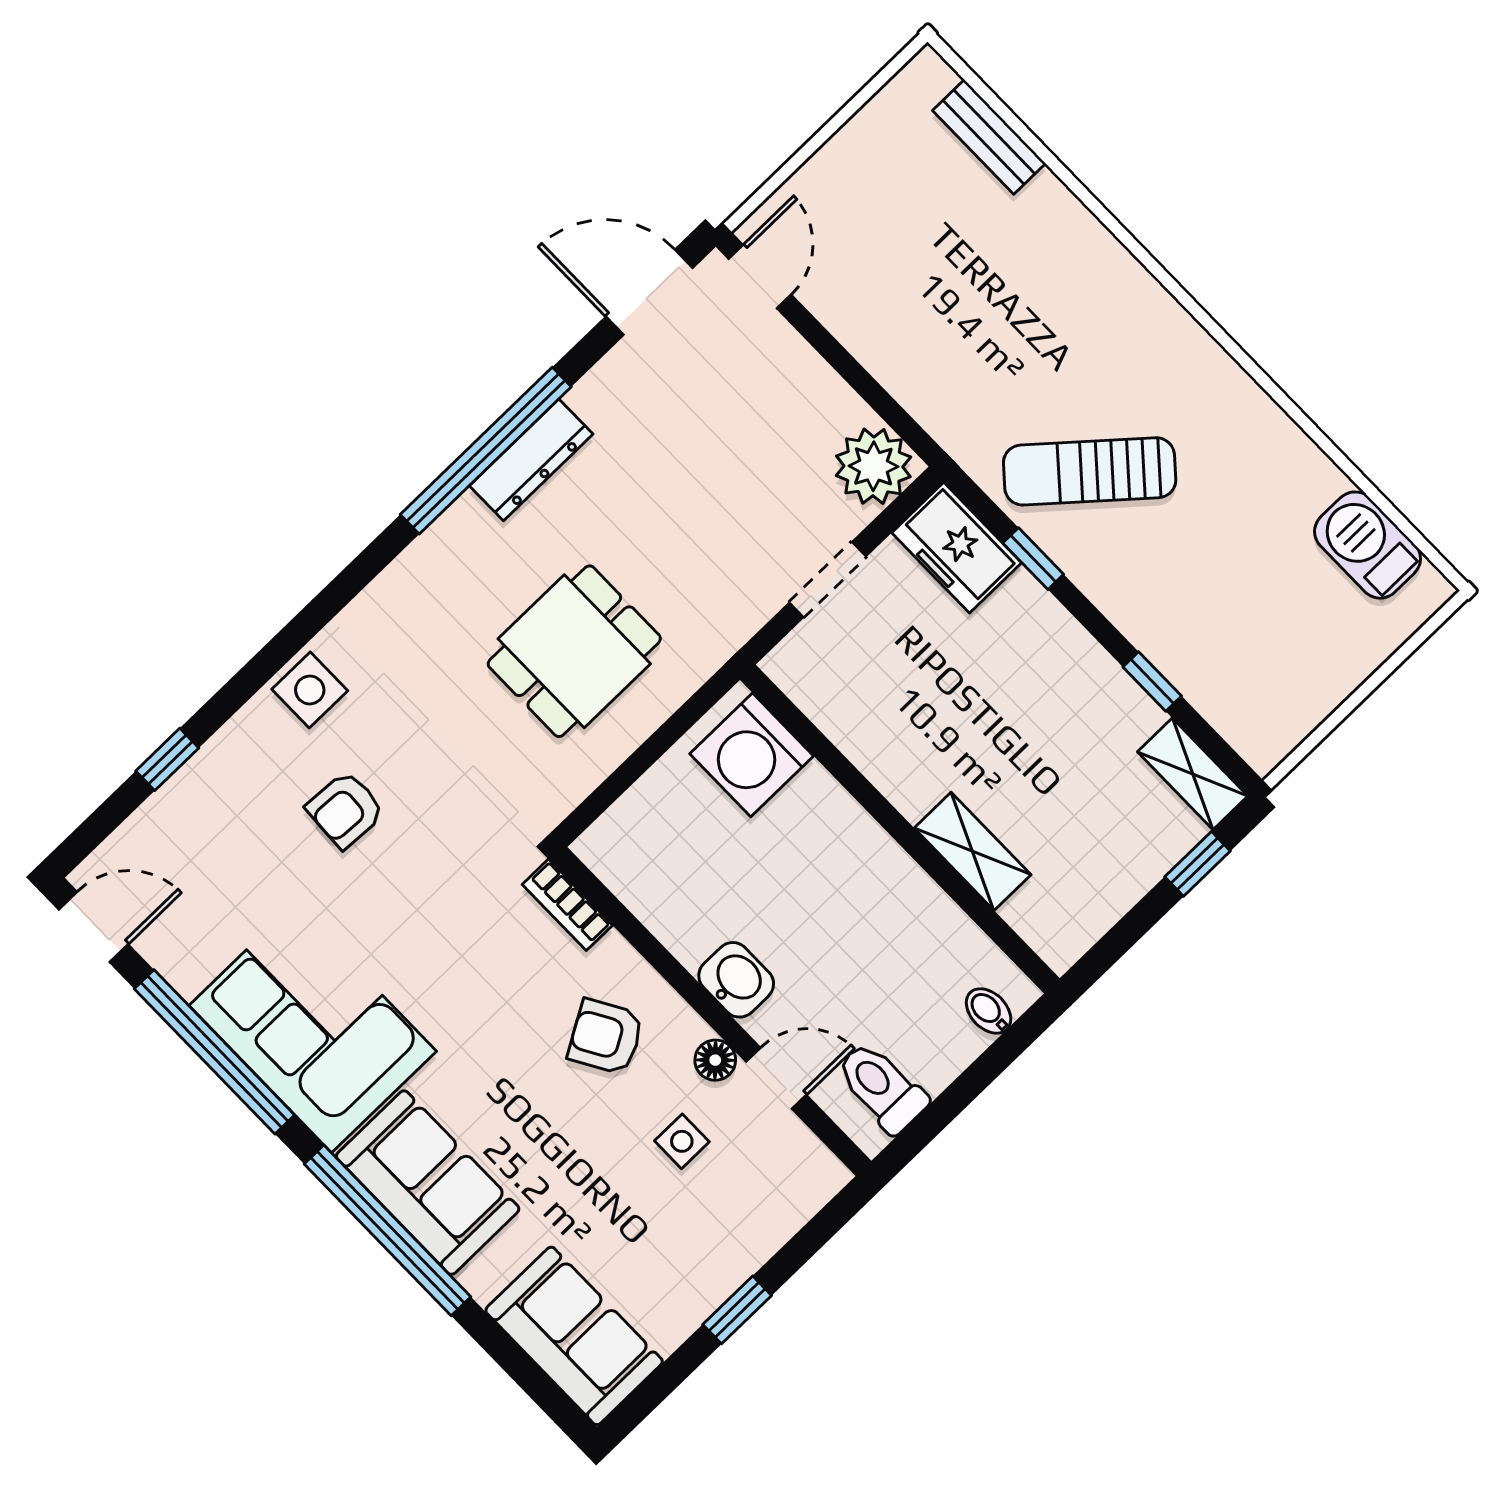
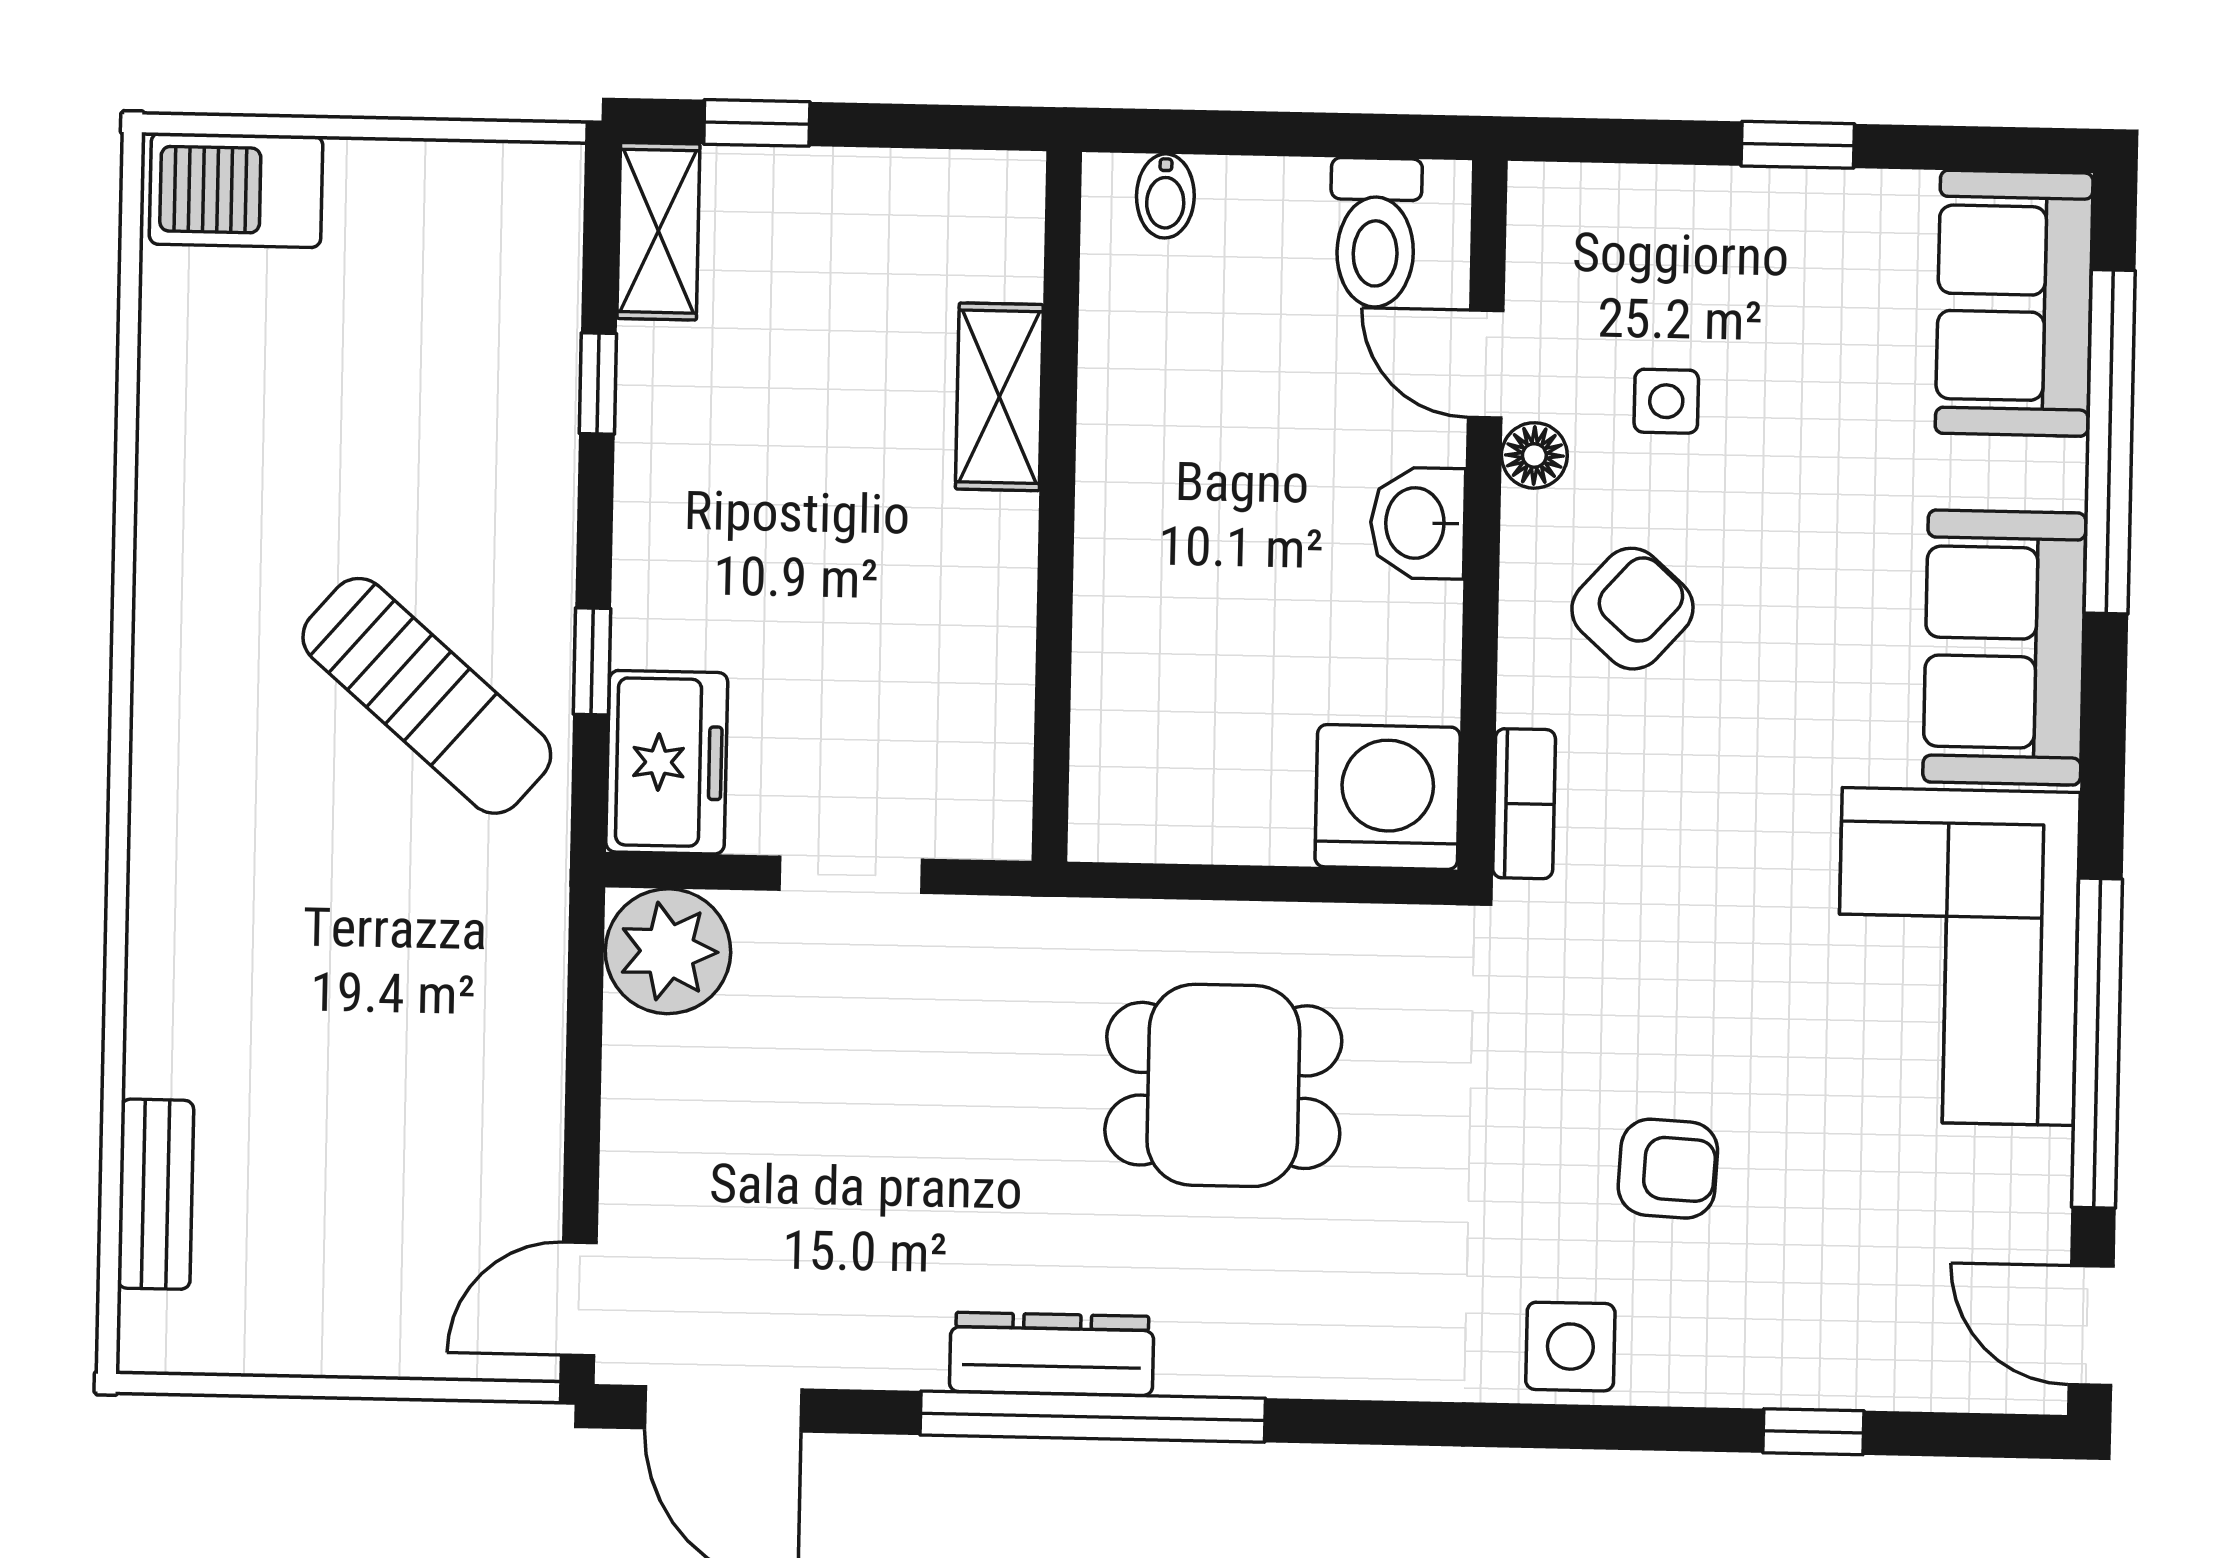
barbecue: (1368, 545) -> (236, 190), moved, turned 90
washing machine: (752, 755) -> (1388, 797), moved, turned -90
armchair: (606, 1037) -> (1632, 609), turned -108
window: (388, 1230) -> (2110, 442), moved

